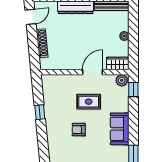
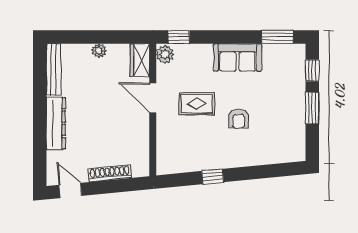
rug: (89, 102) -> (197, 104), turned 90

